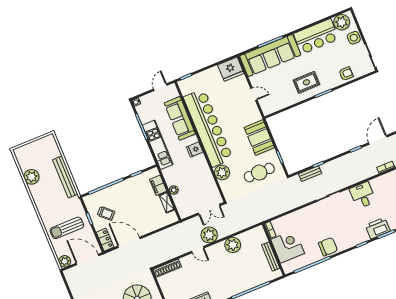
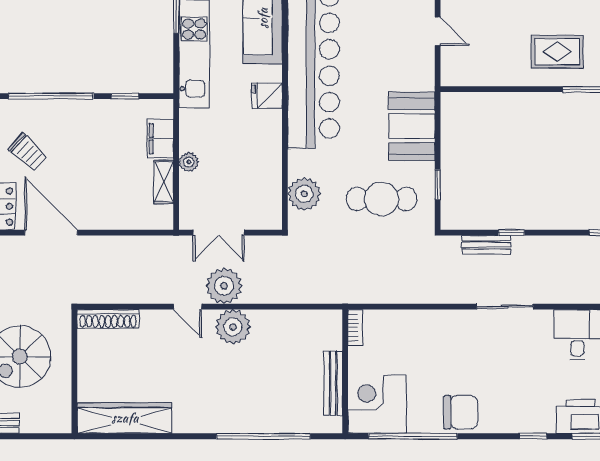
plant: (222, 172) -> (304, 194), moved
double door: (209, 209) -> (219, 233), moved
plant: (233, 245) -> (233, 327), moved
corner desk: (288, 246) -> (377, 404), moved, turned -90

